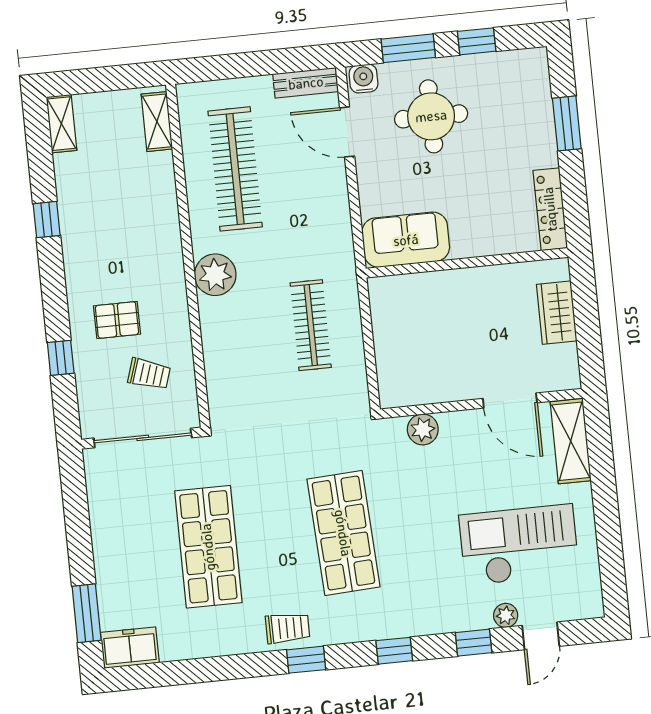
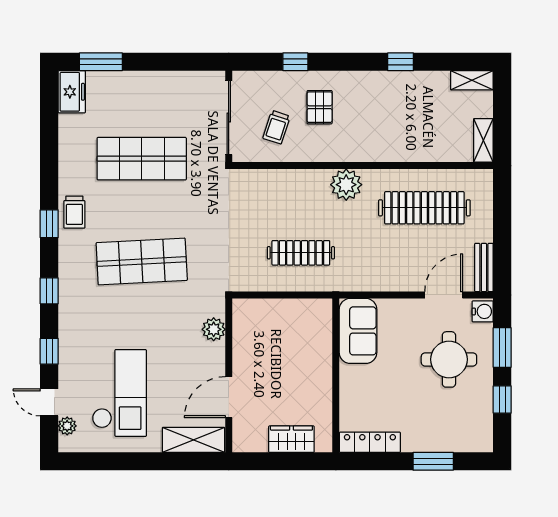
shelving: (157, 122) -> (483, 140), moved, turned 90
plant: (506, 615) -> (67, 426), moved

